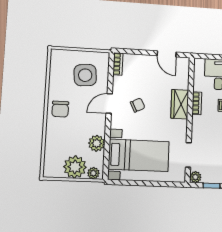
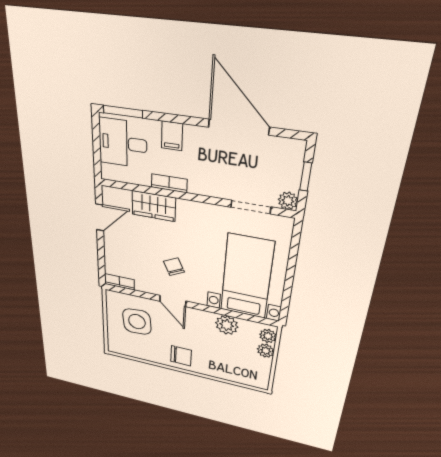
wardrobe: (180, 104) -> (154, 206), moved
plant: (75, 167) -> (266, 351), width x0.53, depth x0.53

